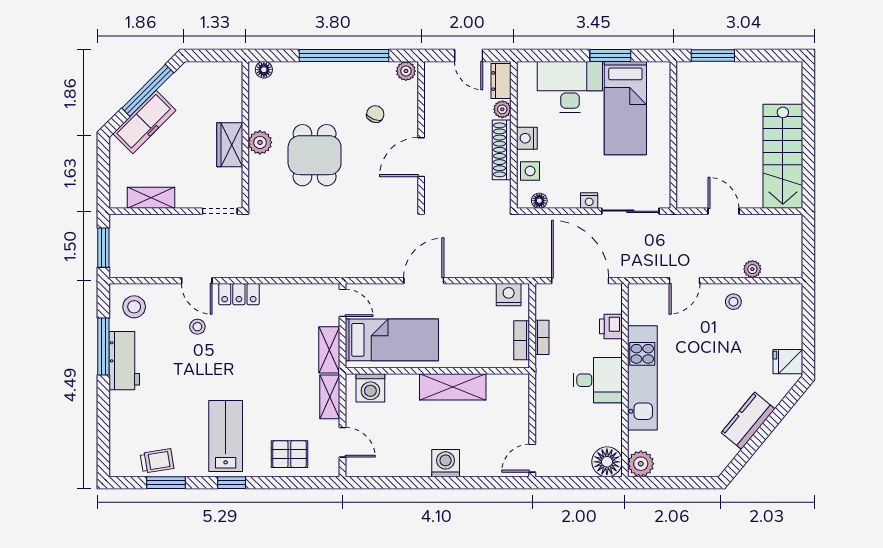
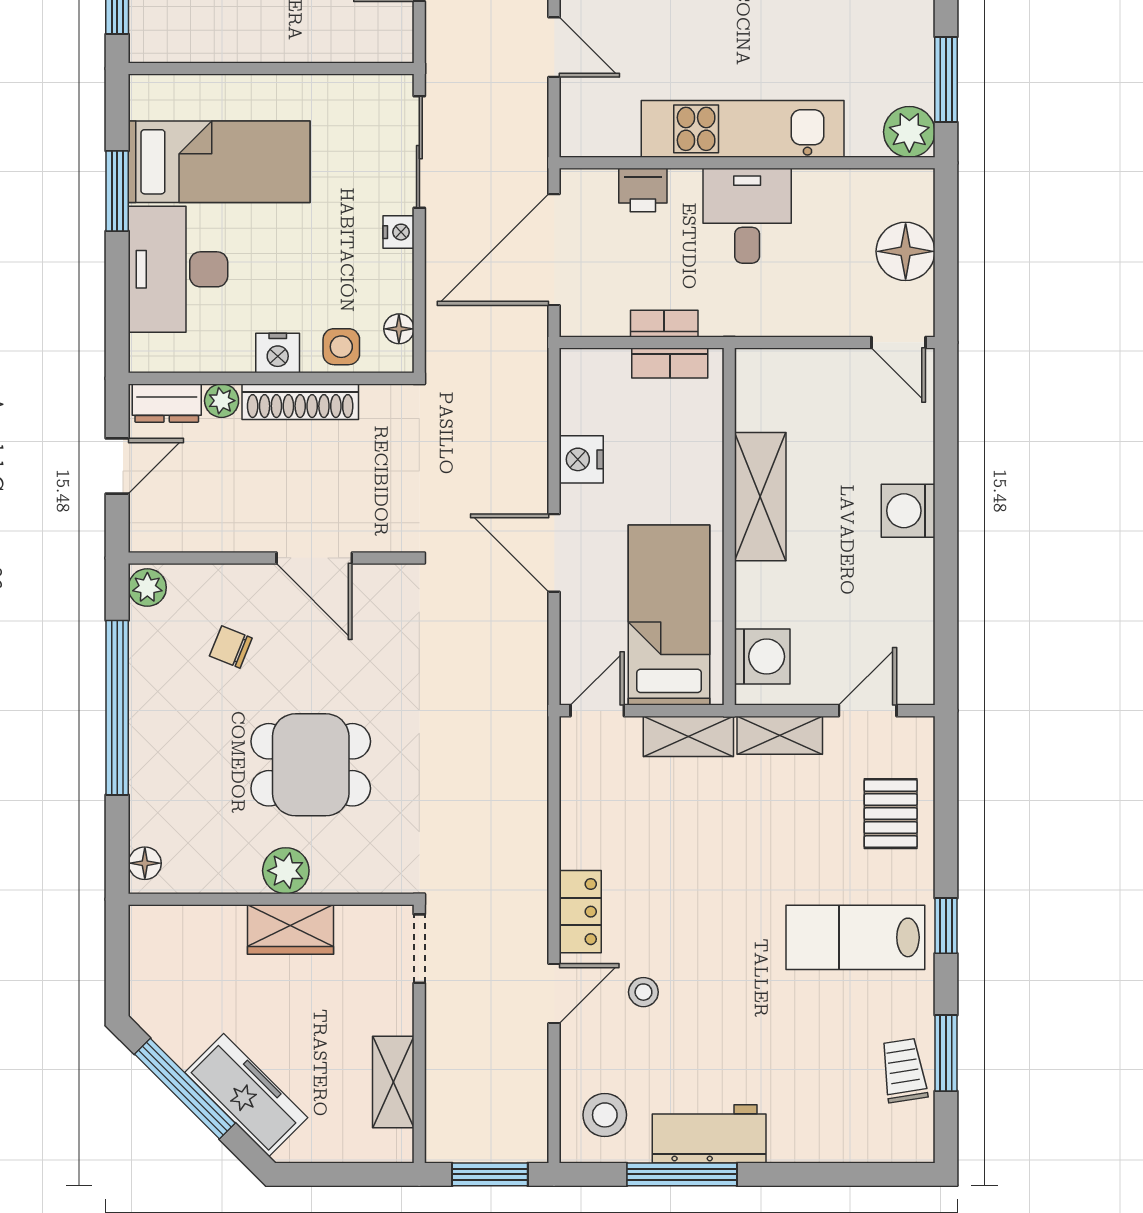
nightstand: (509, 295) -> (581, 459), moved
floor lamp: (607, 462) -> (906, 251), moved
window: (668, 483) -> (946, 79), added

